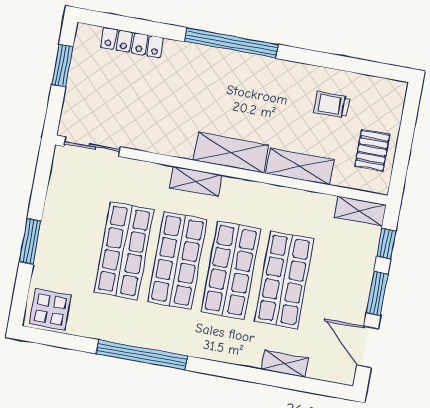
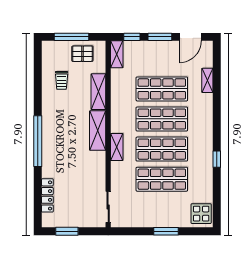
window: (406, 137) -> (72, 37), added
window: (142, 355) -> (217, 159), width x0.32

